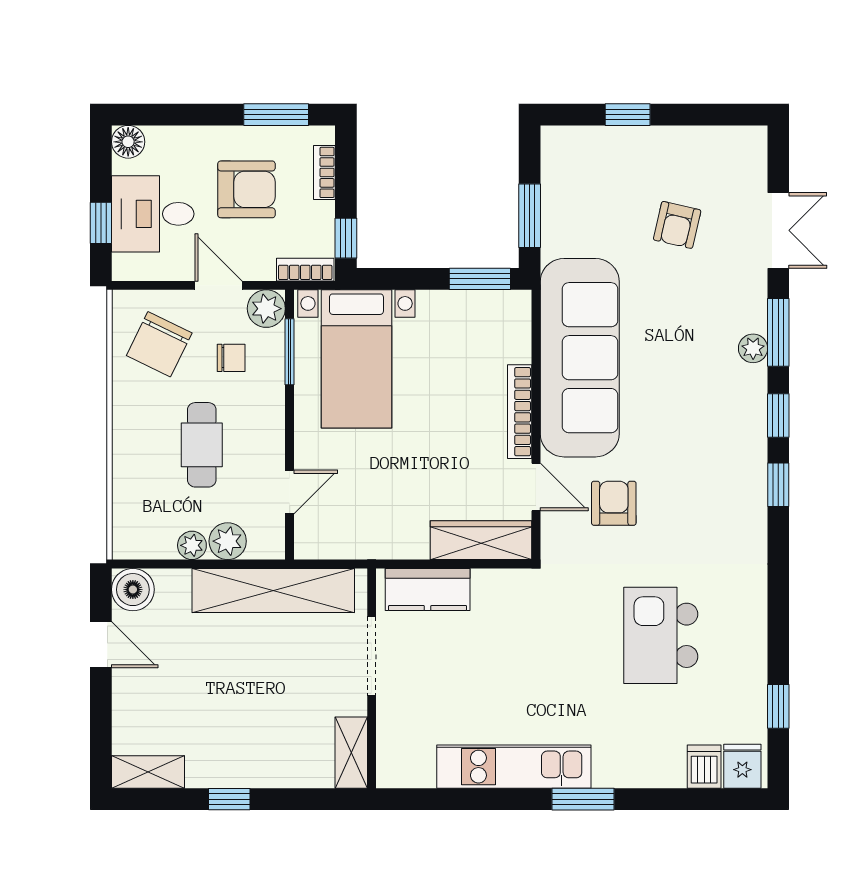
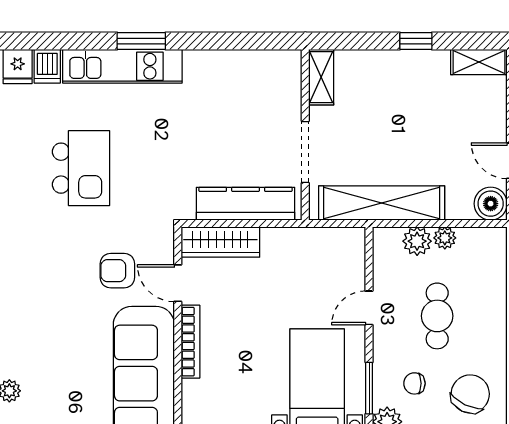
door: (290, 492) -> (369, 308), moved
armchair: (614, 503) -> (117, 271), turned 90
kitchen counter: (428, 589) -> (246, 204), width x1.50
kitchen unit: (514, 767) -> (122, 66), moved

